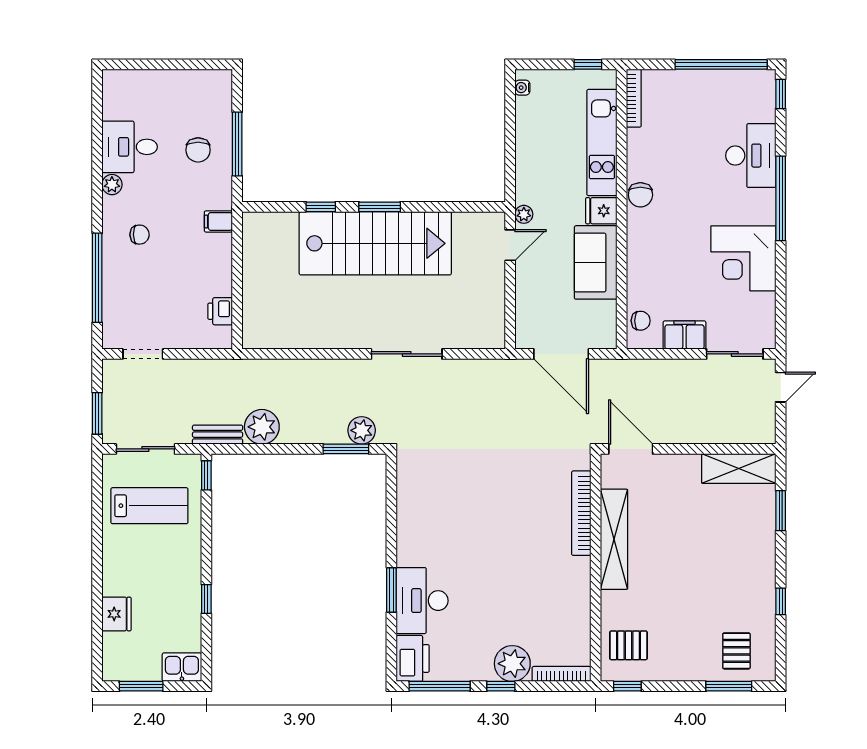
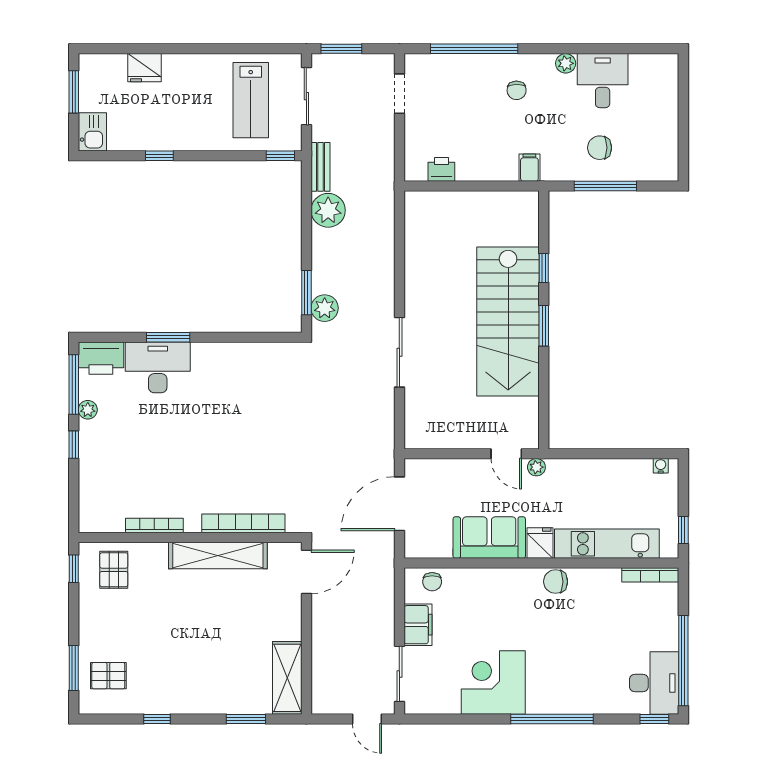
desk: (751, 156) -> (654, 683), moved, turned -90
plant: (512, 664) -> (88, 410), moved, width x0.53, depth x0.53
bookcase: (561, 674) -> (154, 525), moved, turned -90

